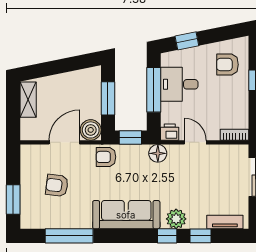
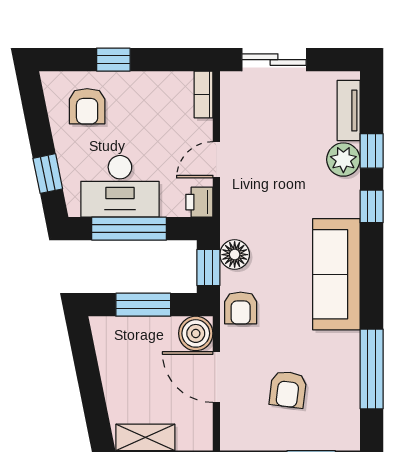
desk: (179, 84) -> (120, 186), width x1.37
floor lamp: (158, 153) -> (235, 255), moved
plant: (176, 219) -> (343, 160), moved

